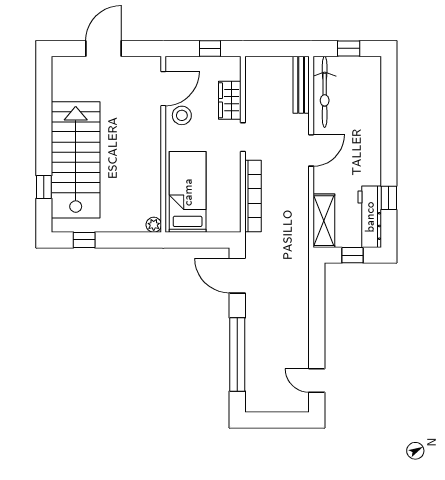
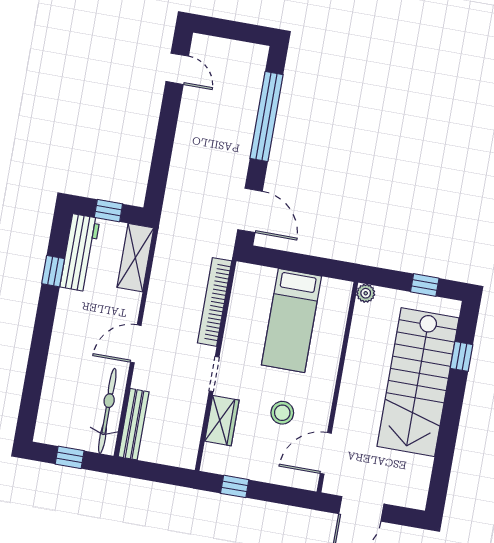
door: (163, 89) -> (326, 453), moved
wall: (163, 144) -> (337, 387), moved
plant: (154, 225) -> (366, 293), moved

